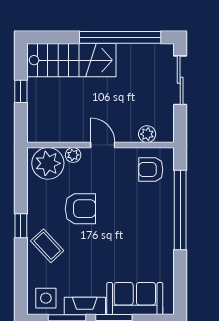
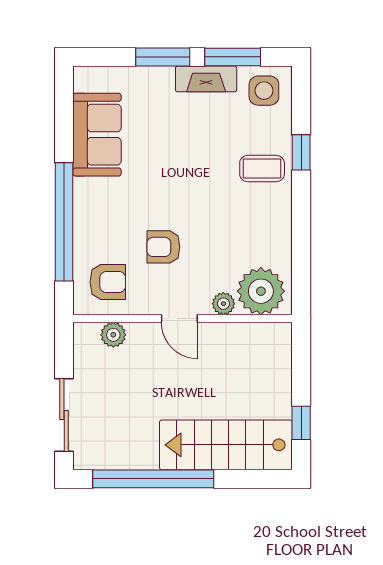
window: (21, 91) -> (301, 423), moved
armchair: (80, 209) -> (163, 247), moved, width x0.72, depth x0.72
window: (21, 226) -> (301, 152), moved
coffee table: (47, 246) -> (262, 169), turned -47
sofa: (135, 299) -> (97, 135), moved, turned -90

